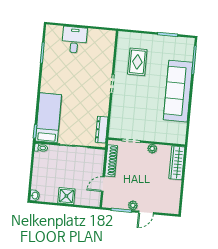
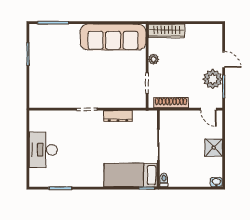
desk: (74, 40) -> (43, 150), width x1.37
rug: (137, 62) -> (61, 84), removed
sofa: (178, 91) -> (113, 37), moved
dresser: (102, 130) -> (118, 116), moved
door: (103, 184) -> (208, 109), moved
plant: (133, 205) -> (213, 79), width x1.88, depth x1.88

